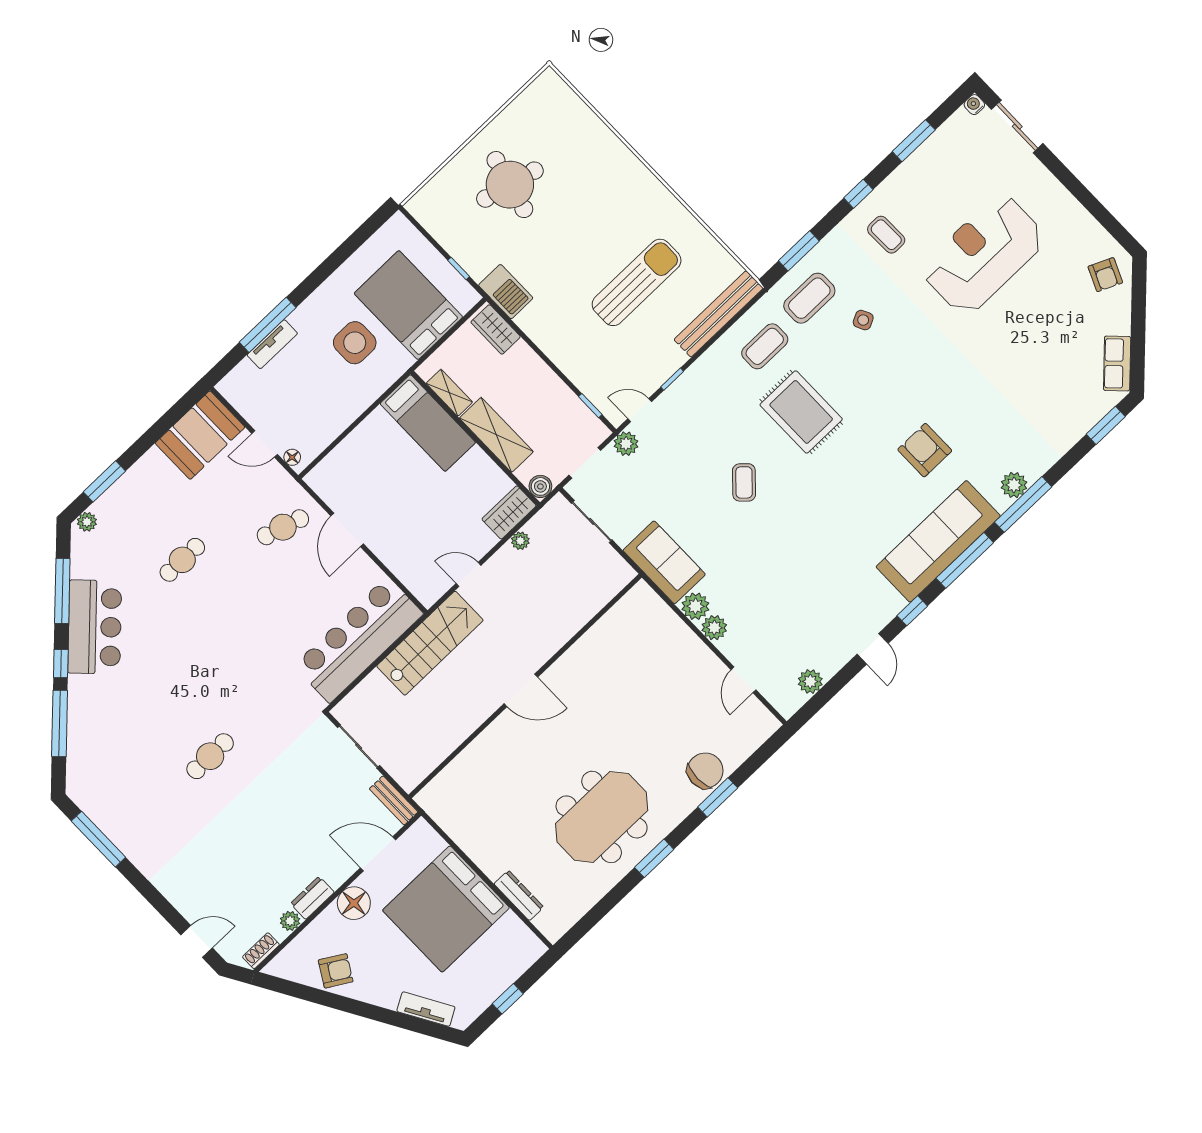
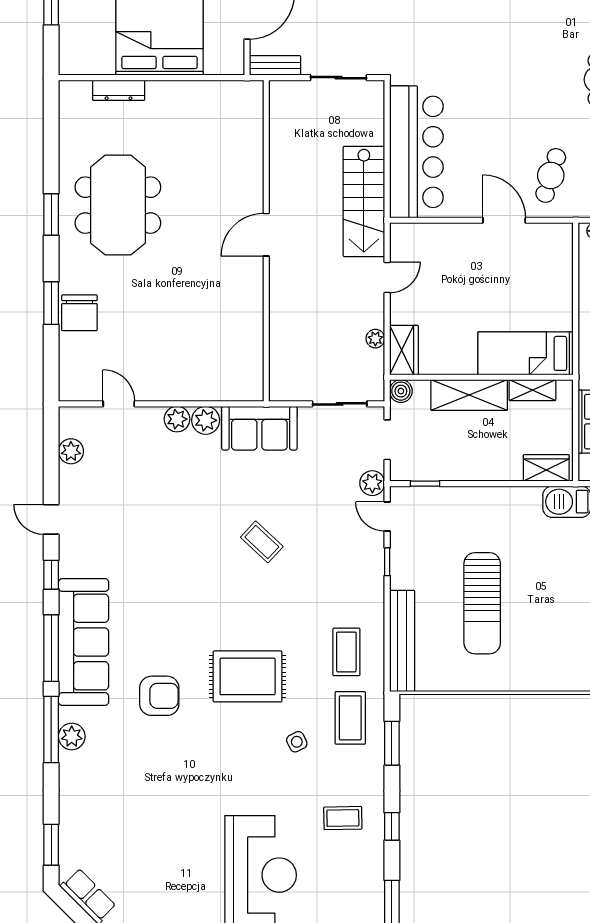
door: (640, 410) -> (387, 517), swing flipped
rug: (801, 412) -> (248, 676), moved

